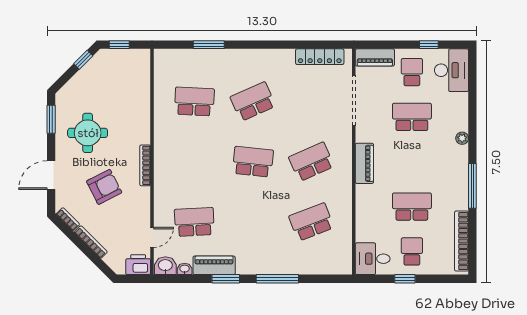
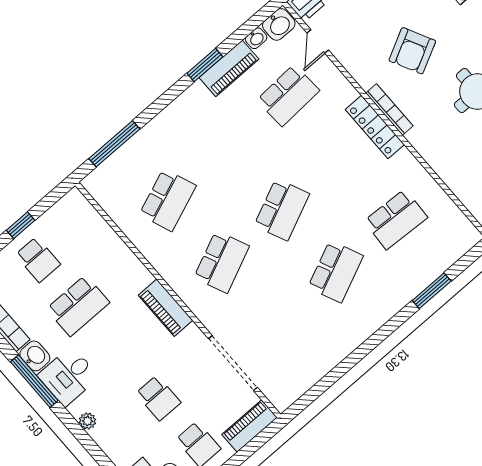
locker: (320, 57) -> (375, 127), moved, turned -90
school desk: (412, 117) -> (158, 398), width x0.54
school desk: (253, 162) -> (282, 210), turned -30
washbasin: (460, 200) -> (35, 356), added
desk: (373, 259) -> (68, 376), moved, turned 180
window: (277, 279) -> (114, 144), moved

